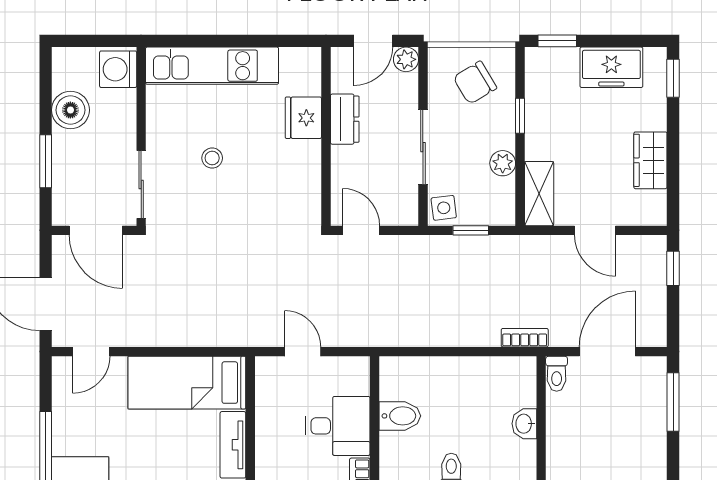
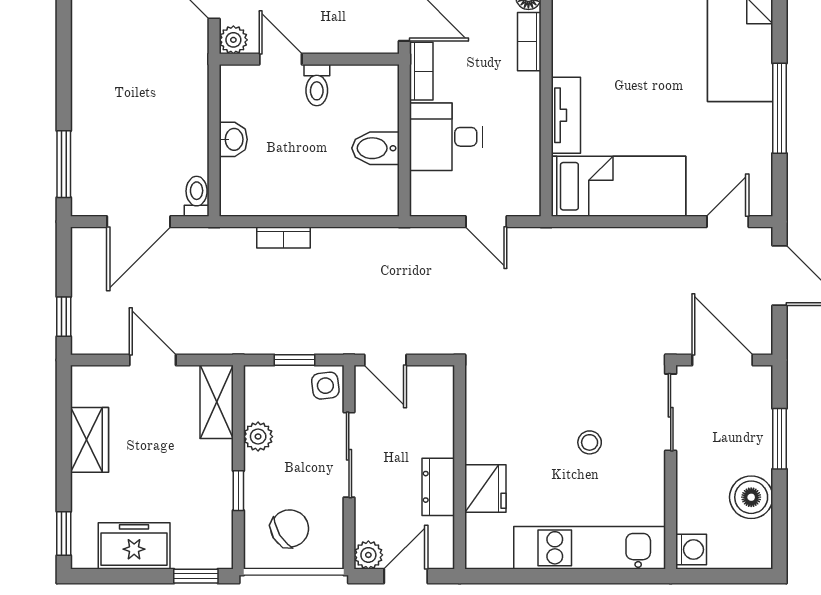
washing machine: (118, 69) -> (691, 550), width x0.73, depth x0.73
door: (361, 230) -> (385, 360), moved
bookcase: (525, 338) -> (284, 237), moved

